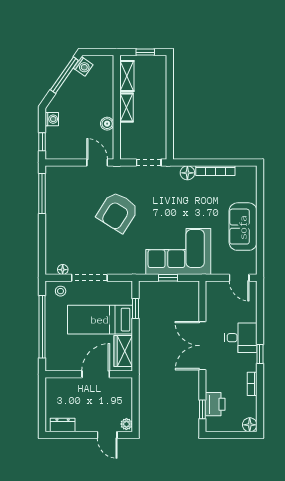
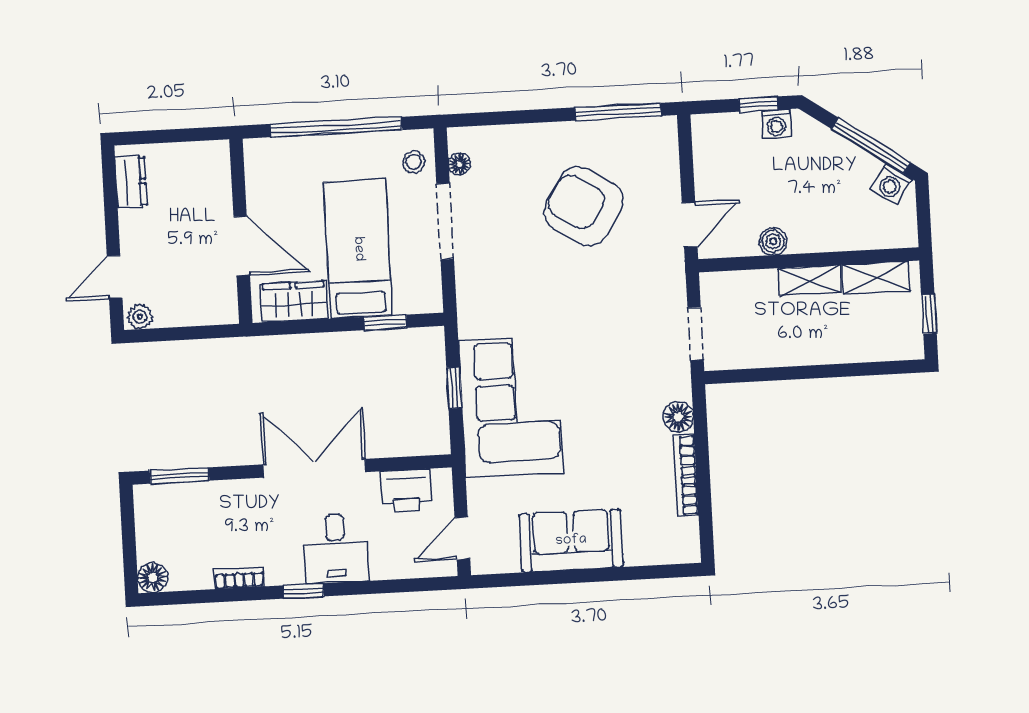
window: (42, 142) -> (758, 104), moved
armchair: (118, 212) -> (584, 206), moved
printer: (215, 404) -> (406, 490), moved
window: (202, 409) -> (180, 476), width x1.50

